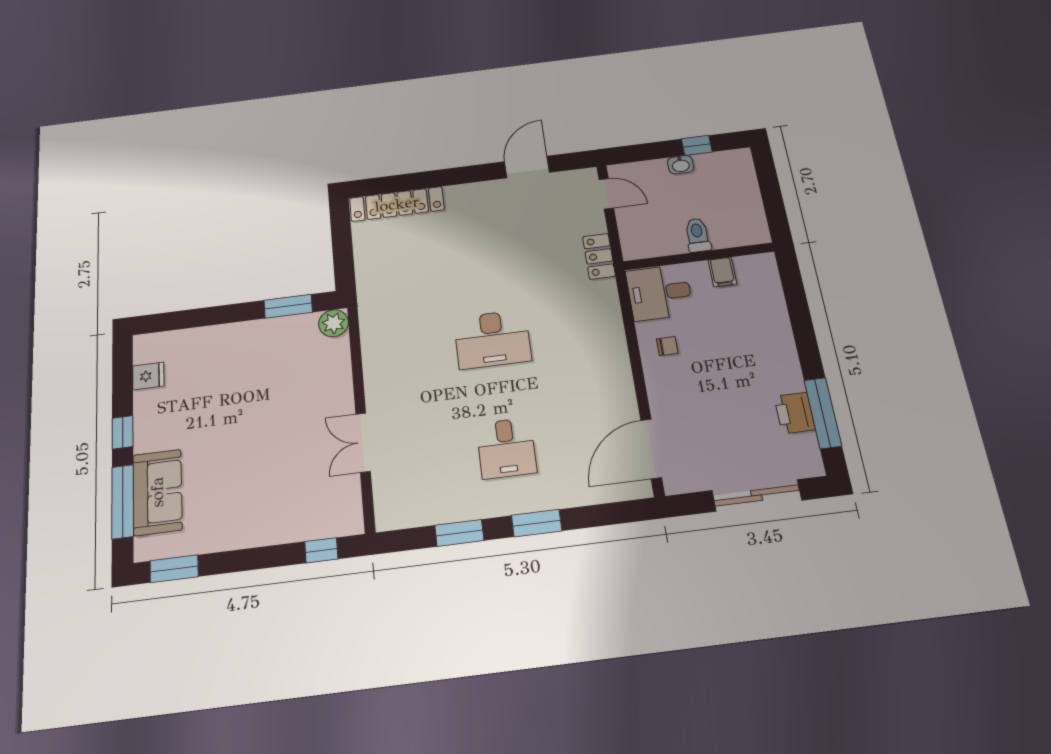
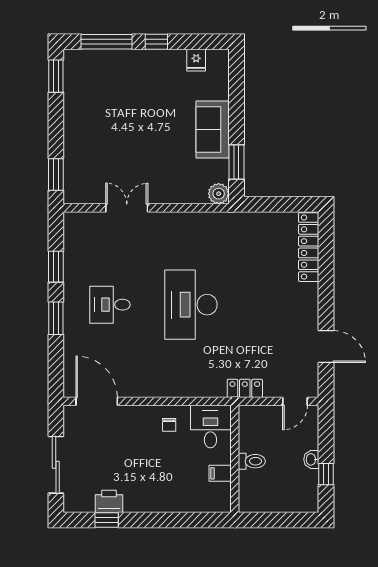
desk: (492, 339) -> (191, 305), width x1.36, depth x1.30
window: (823, 413) -> (107, 520), width x0.46
sofa: (157, 492) -> (213, 130), moved, turned 90
window: (321, 550) -> (56, 175), width x1.50

